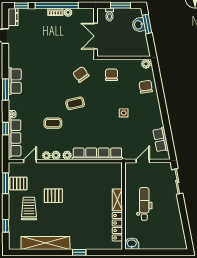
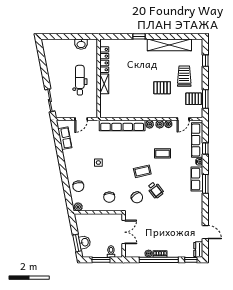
row of seats: (15, 81) -> (197, 179), moved
wheelchair: (61, 83) -> (155, 190), added
dental chair: (144, 204) -> (80, 80), turned 180
trolley: (29, 209) -> (184, 76), turned 180
washbasin: (132, 244) -> (81, 44), moved

